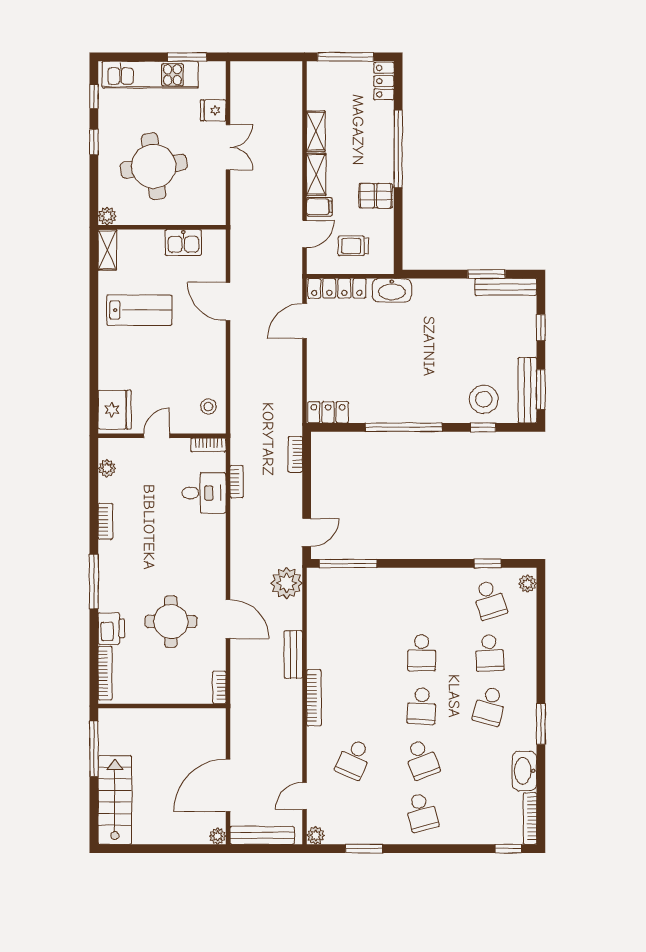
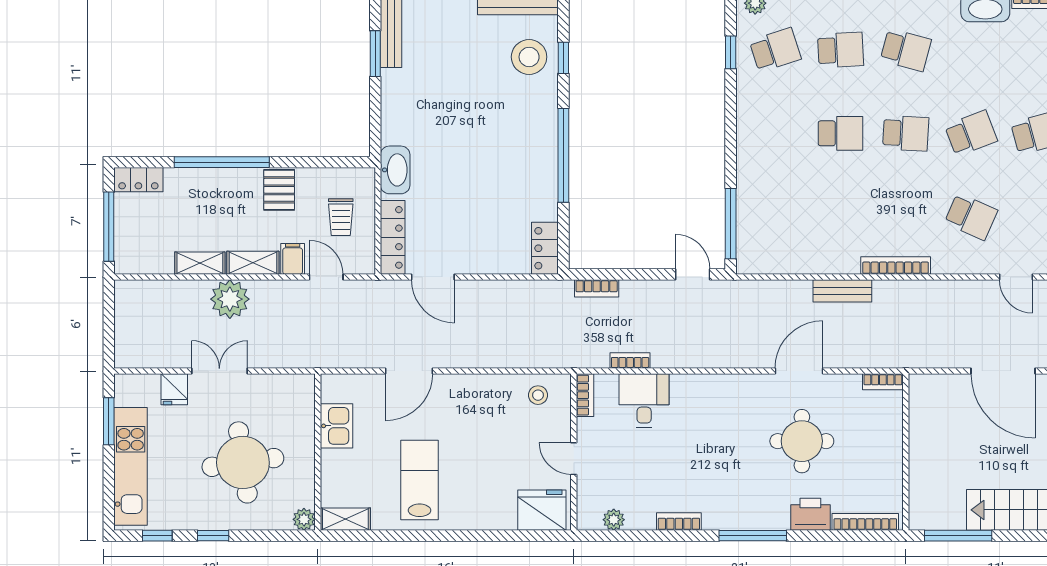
plant: (287, 583) -> (230, 299), moved

